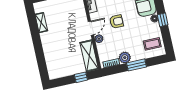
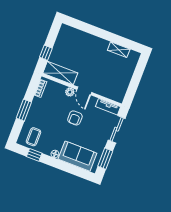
window: (163, 20) -> (34, 155), moved
plant: (125, 58) -> (38, 104), removed

